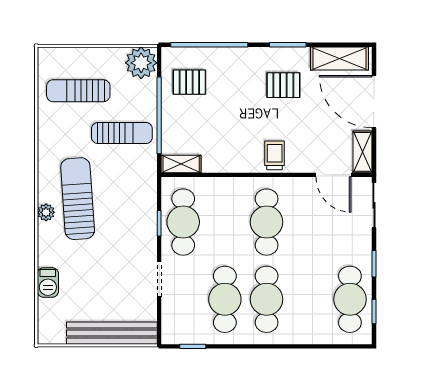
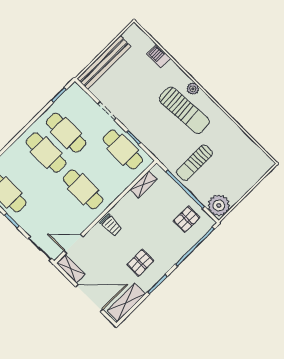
sun lounger: (78, 91) -> (235, 162), removed
shelving: (181, 164) -> (144, 184), moved

